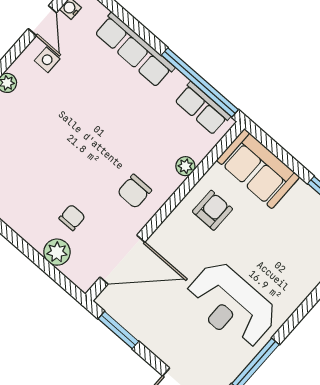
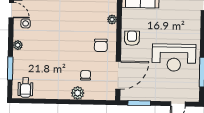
armchair: (212, 210) -> (132, 38), moved
plant: (57, 252) -> (78, 93), moved

